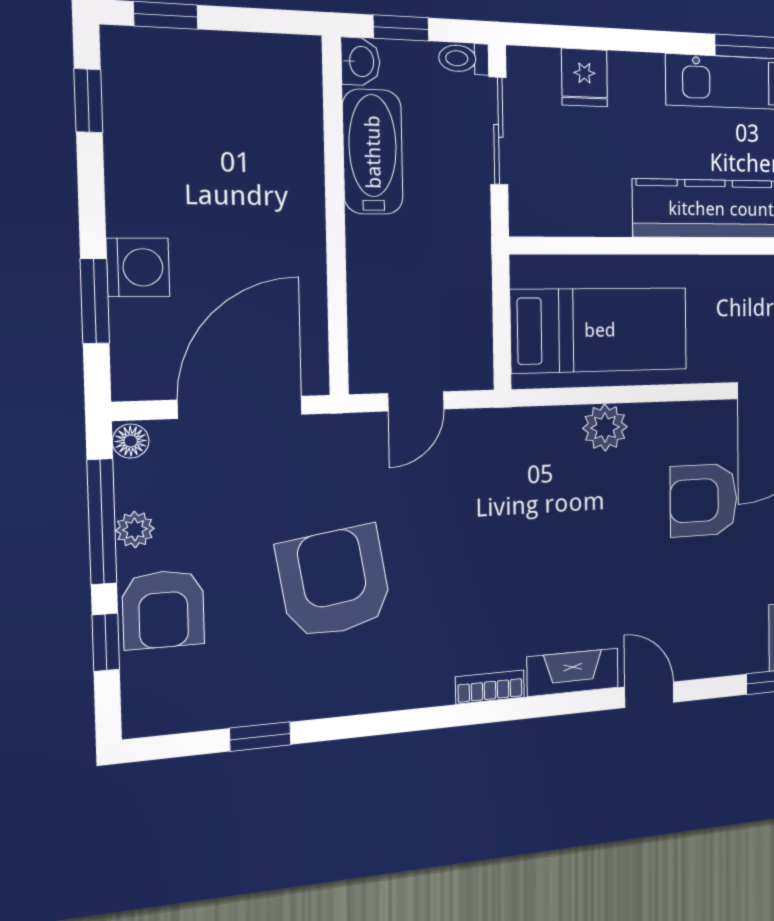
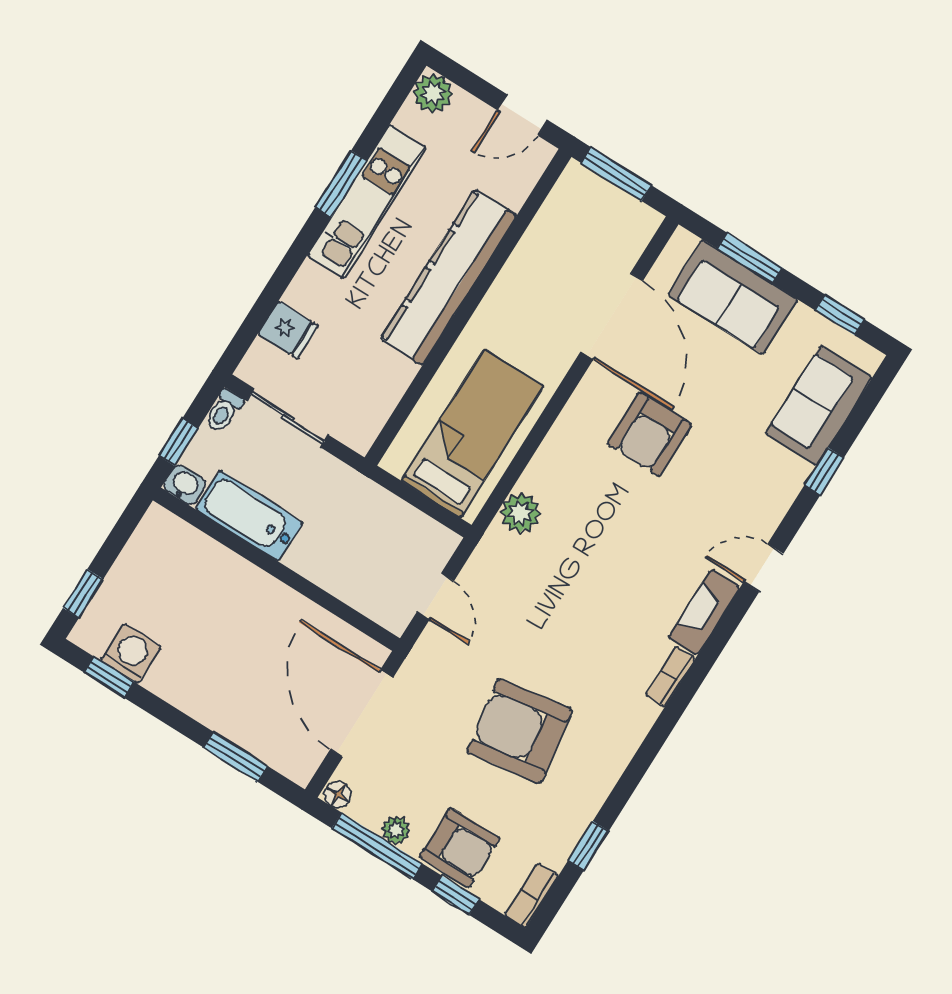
washing machine: (138, 267) -> (131, 654), moved
plant: (605, 427) -> (521, 513), moved
bookcase: (164, 719) -> (531, 895), added

